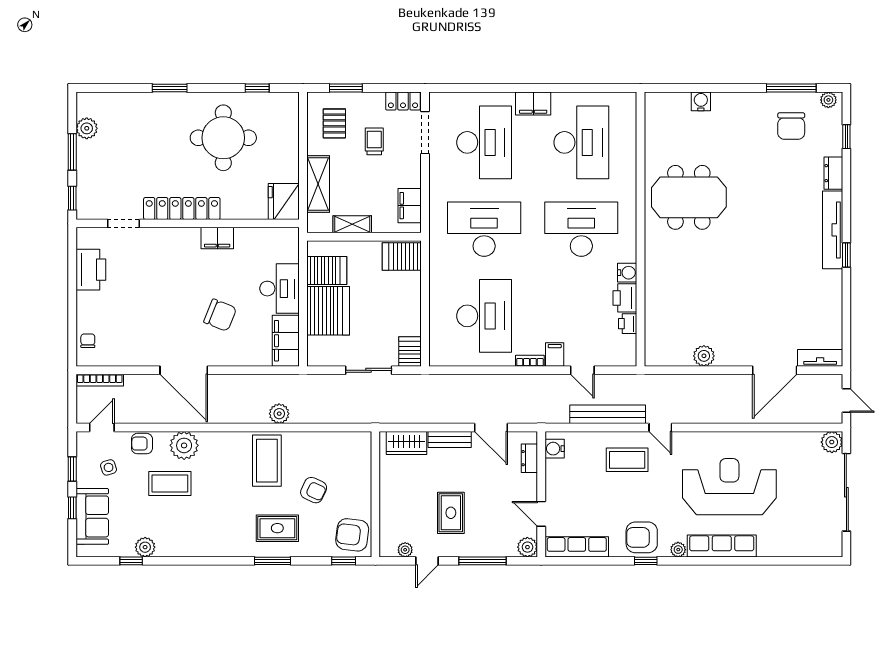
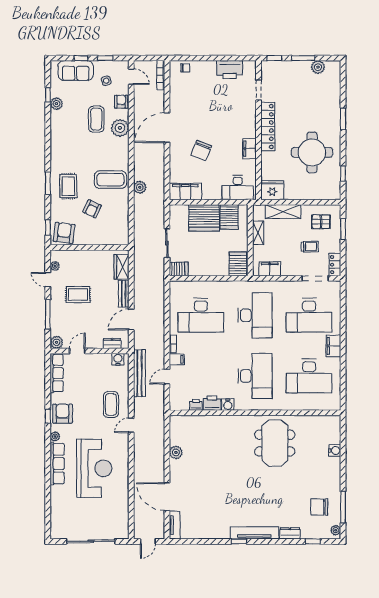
desk: (280, 289) -> (238, 188), moved
bench: (608, 414) -> (139, 373), moved
plant: (832, 442) -> (122, 532), removed

